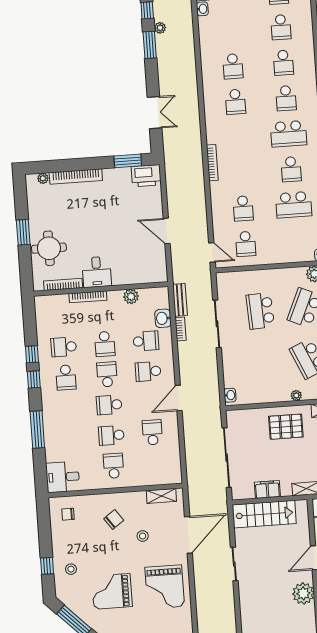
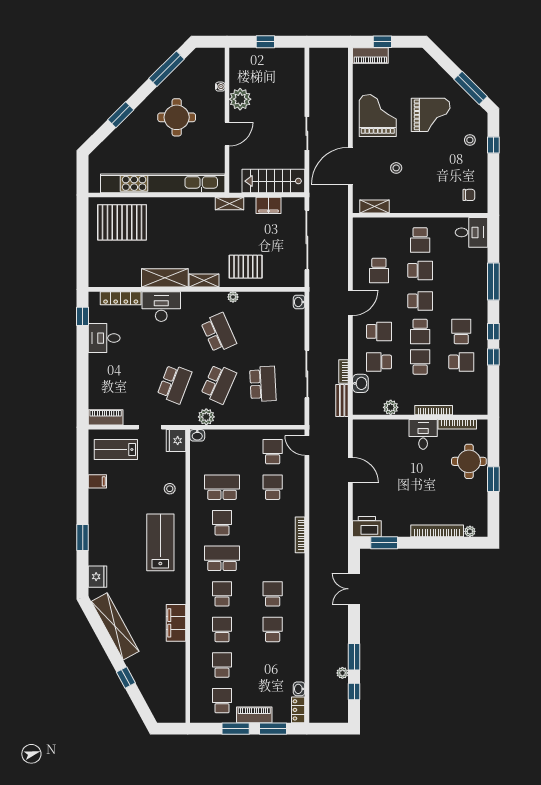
chair: (114, 519) -> (424, 186), removed

